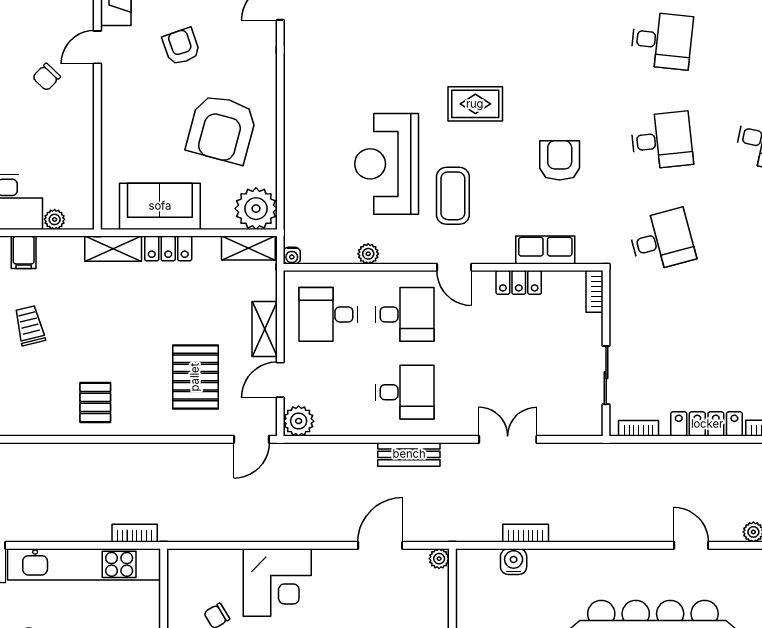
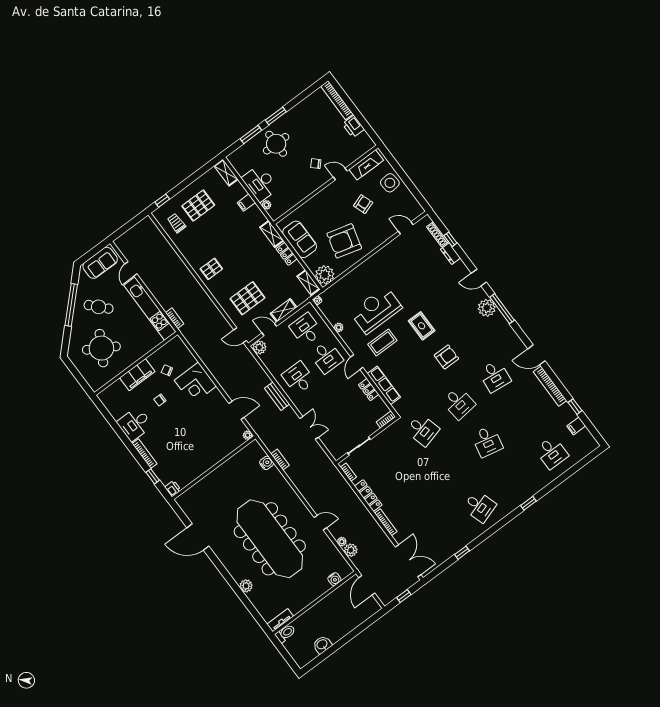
armchair: (560, 160) -> (446, 357), moved
row of seats: (545, 250) -> (384, 385), width x1.48
trolley: (30, 326) -> (221, 224), removed
desk: (405, 392) -> (298, 378), turned 180
door: (691, 545) -> (320, 523), hinge flipped

